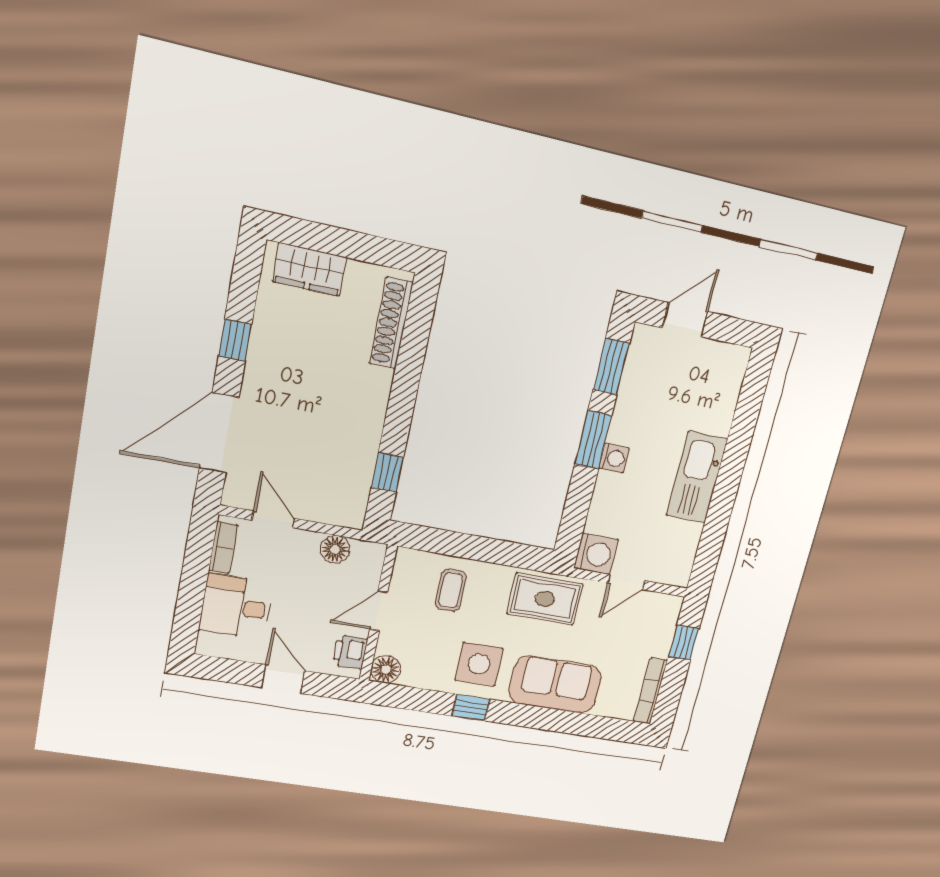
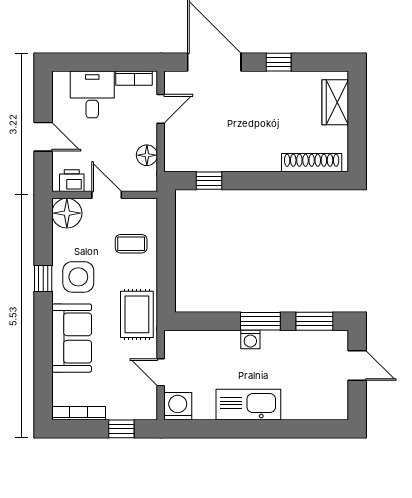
washing machine: (596, 554) -> (178, 406), moved, turned 180
floor lamp: (386, 669) -> (67, 213), width x1.38, depth x1.38
door: (283, 679) -> (43, 137), hinge flipped

